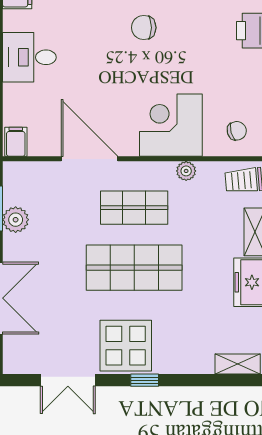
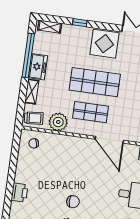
corner desk: (171, 125) -> (66, 151), removed
plant: (186, 171) -> (58, 122), width x1.88, depth x1.88
window: (145, 380) -> (80, 23), moved

